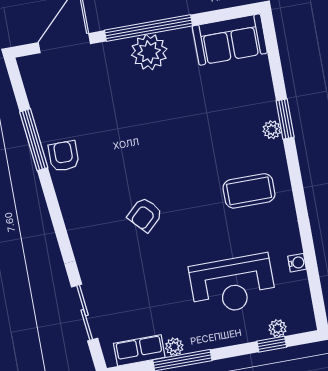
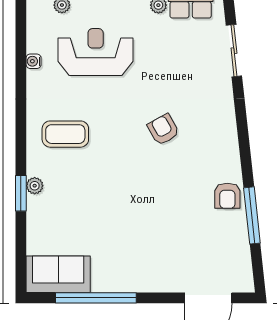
window: (148, 28) -> (96, 298), moved
plant: (149, 52) -> (133, 276), removed
armchair: (145, 215) -> (163, 129), turned -76

